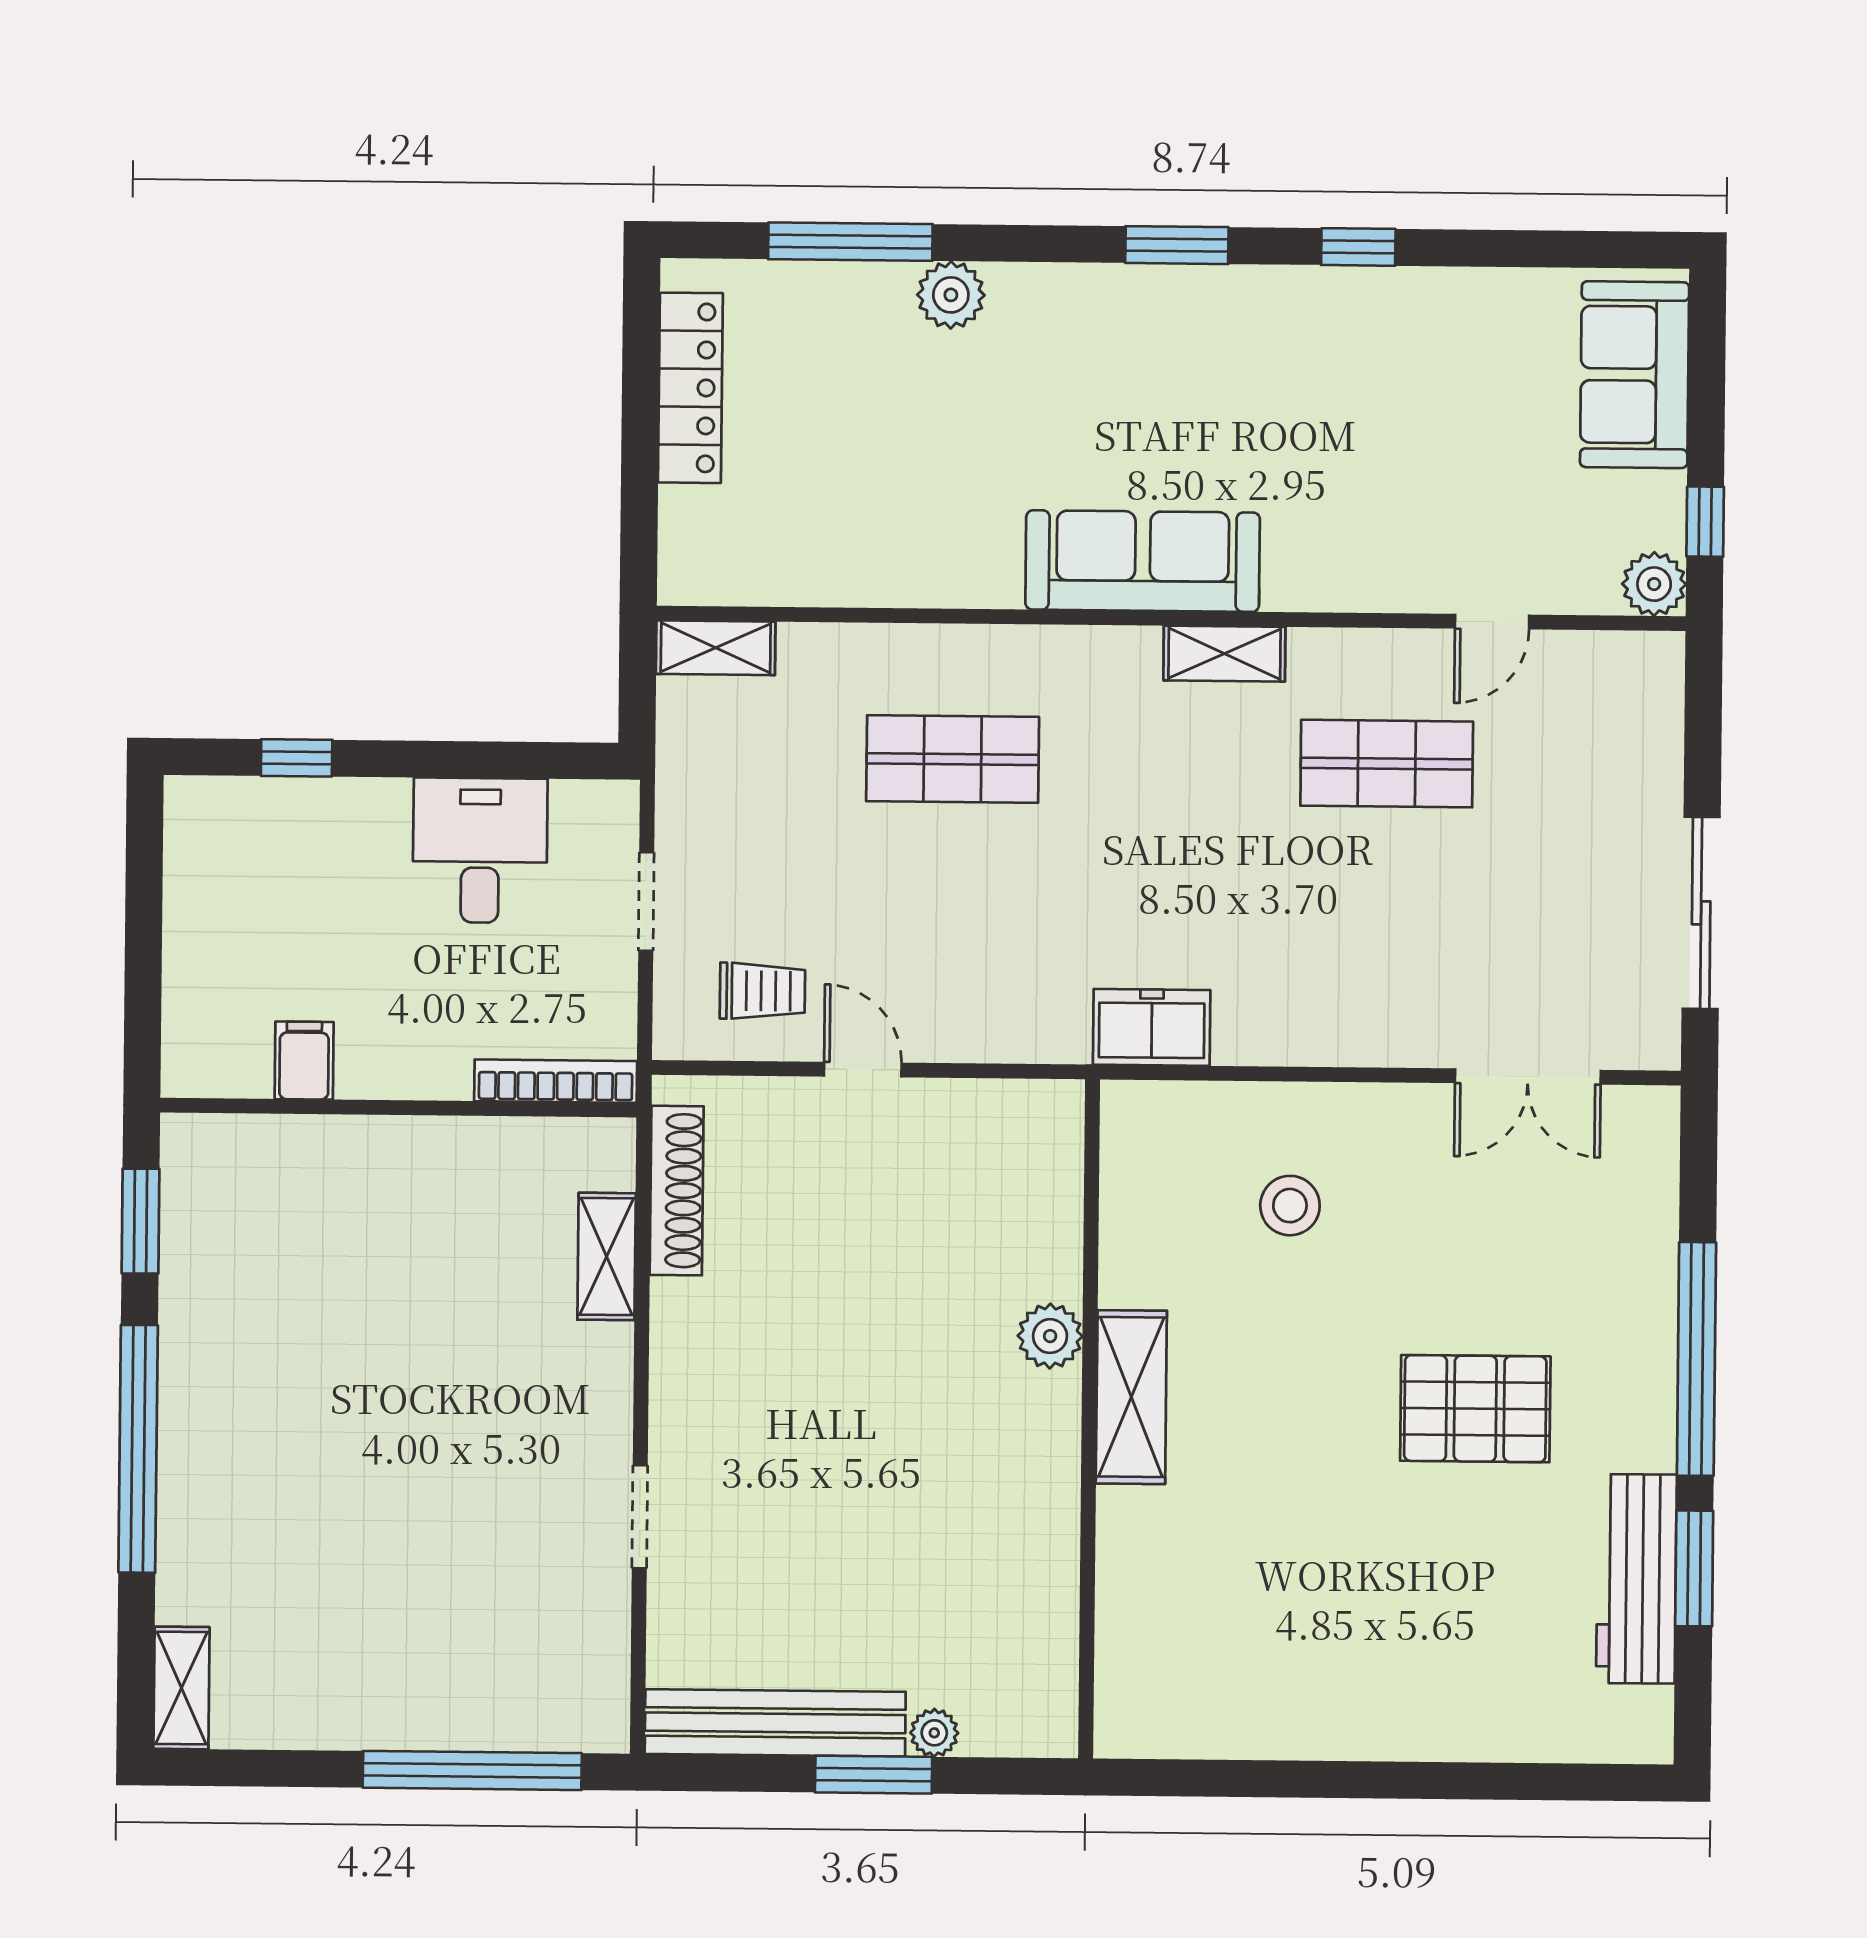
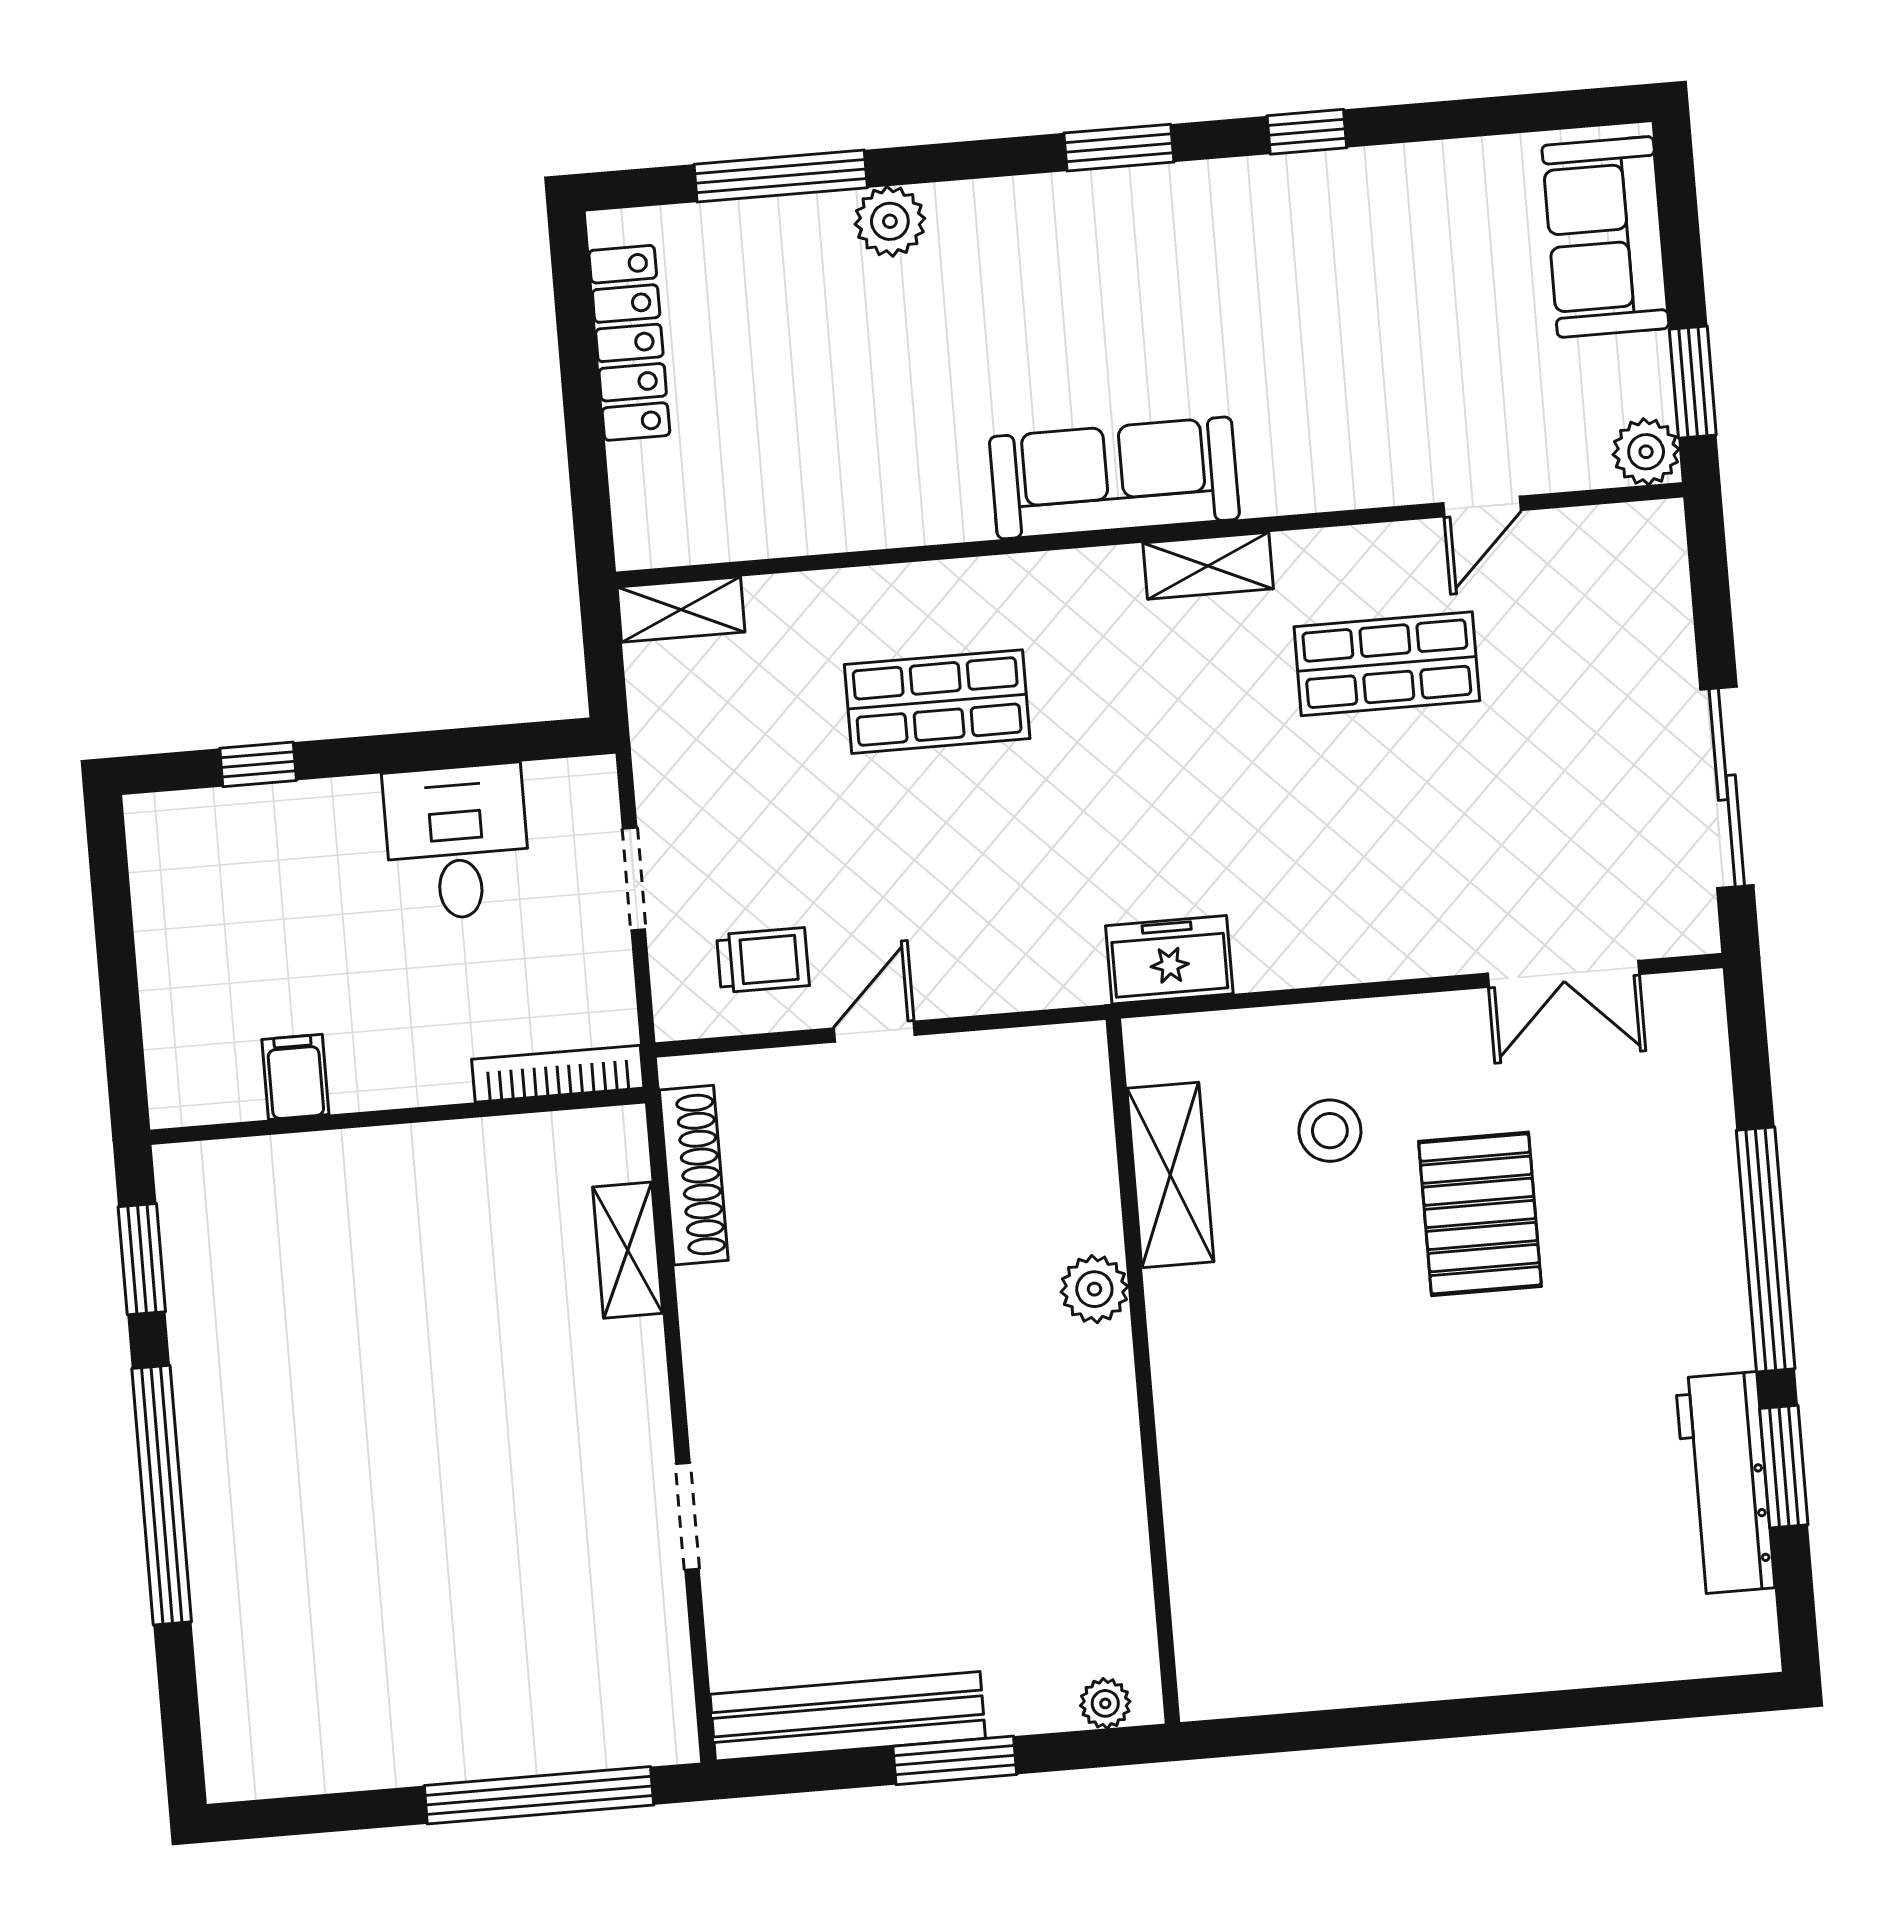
window: (1705, 522) -> (1693, 382), width x1.50
door: (863, 1070) -> (874, 1032), hinge flipped
shelving: (1131, 1397) -> (1170, 1175), moved
pallet: (1475, 1409) -> (1480, 1214), moved, turned 90
shelving: (181, 1688) -> (230, 1738), removed
plant: (934, 1733) -> (1105, 1703), moved

